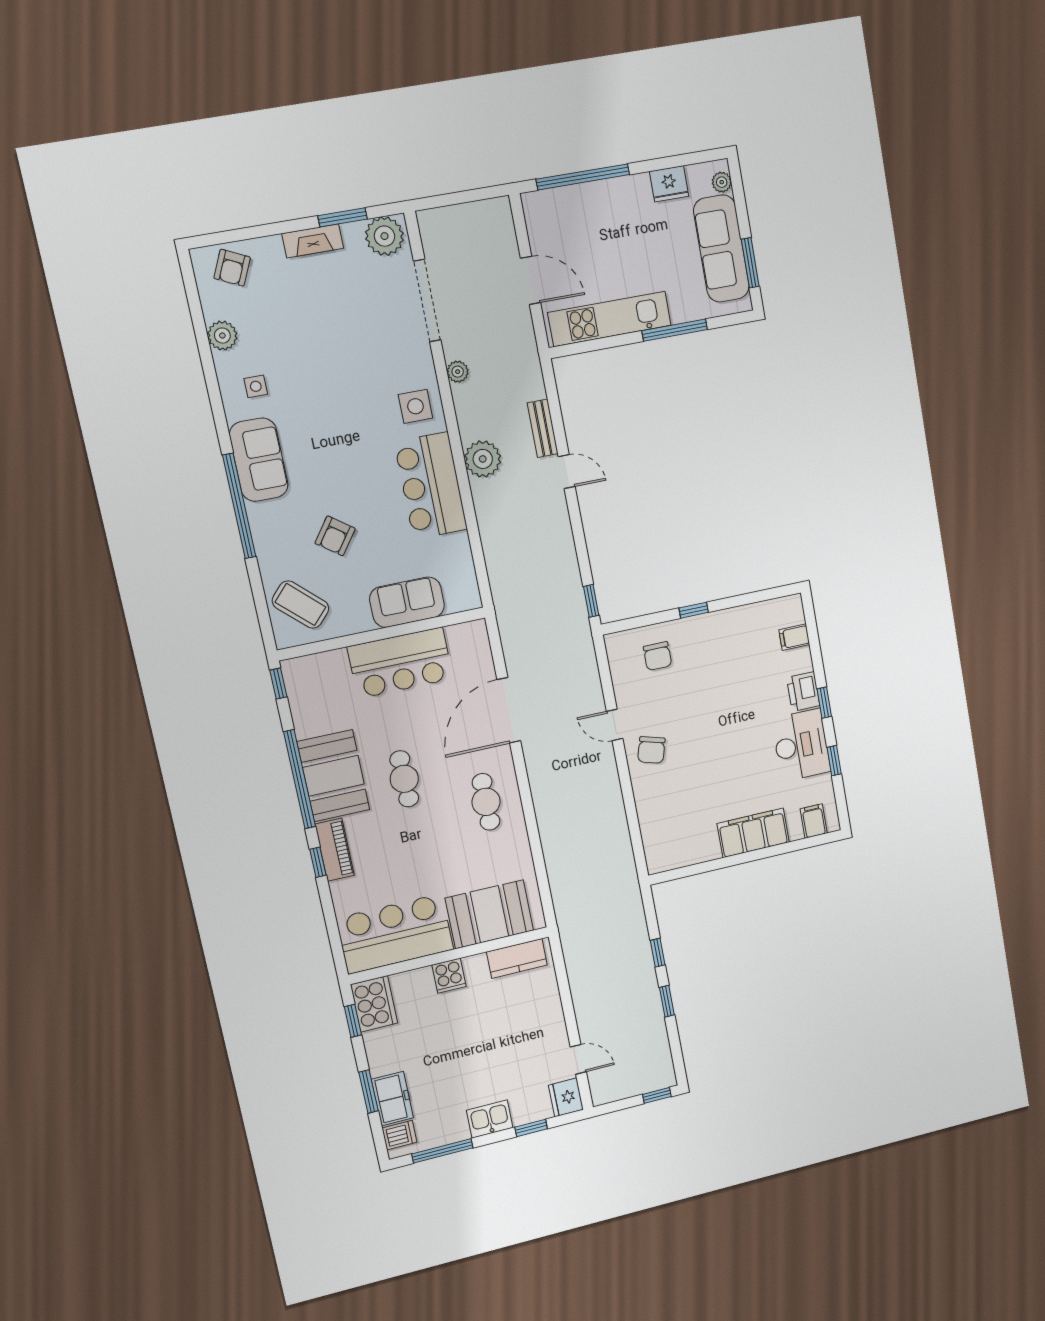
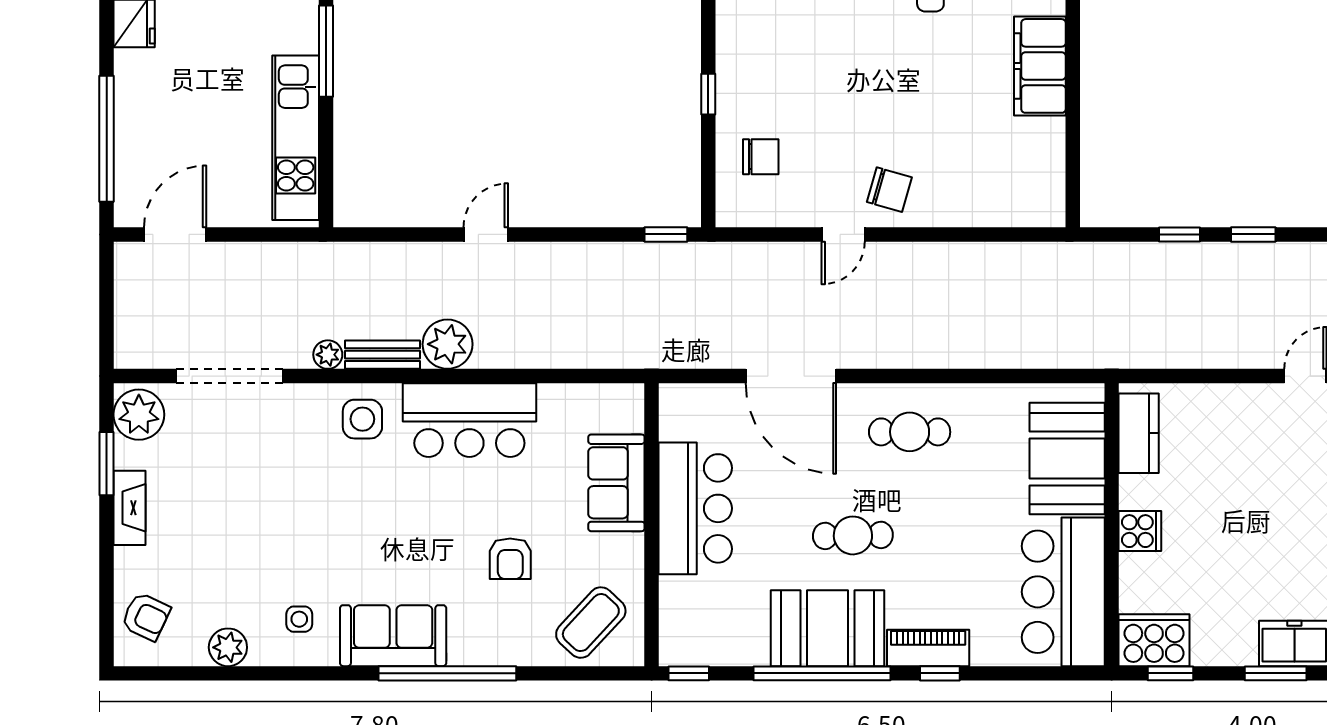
door: (531, 280) -> (175, 234), moved
bench: (543, 428) -> (382, 355), moved
armchair: (335, 536) -> (510, 559), turned 54

